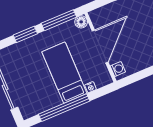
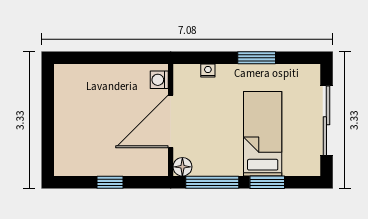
bed: (64, 73) -> (263, 134), moved, turned 180
window: (64, 108) -> (257, 58), width x0.47

